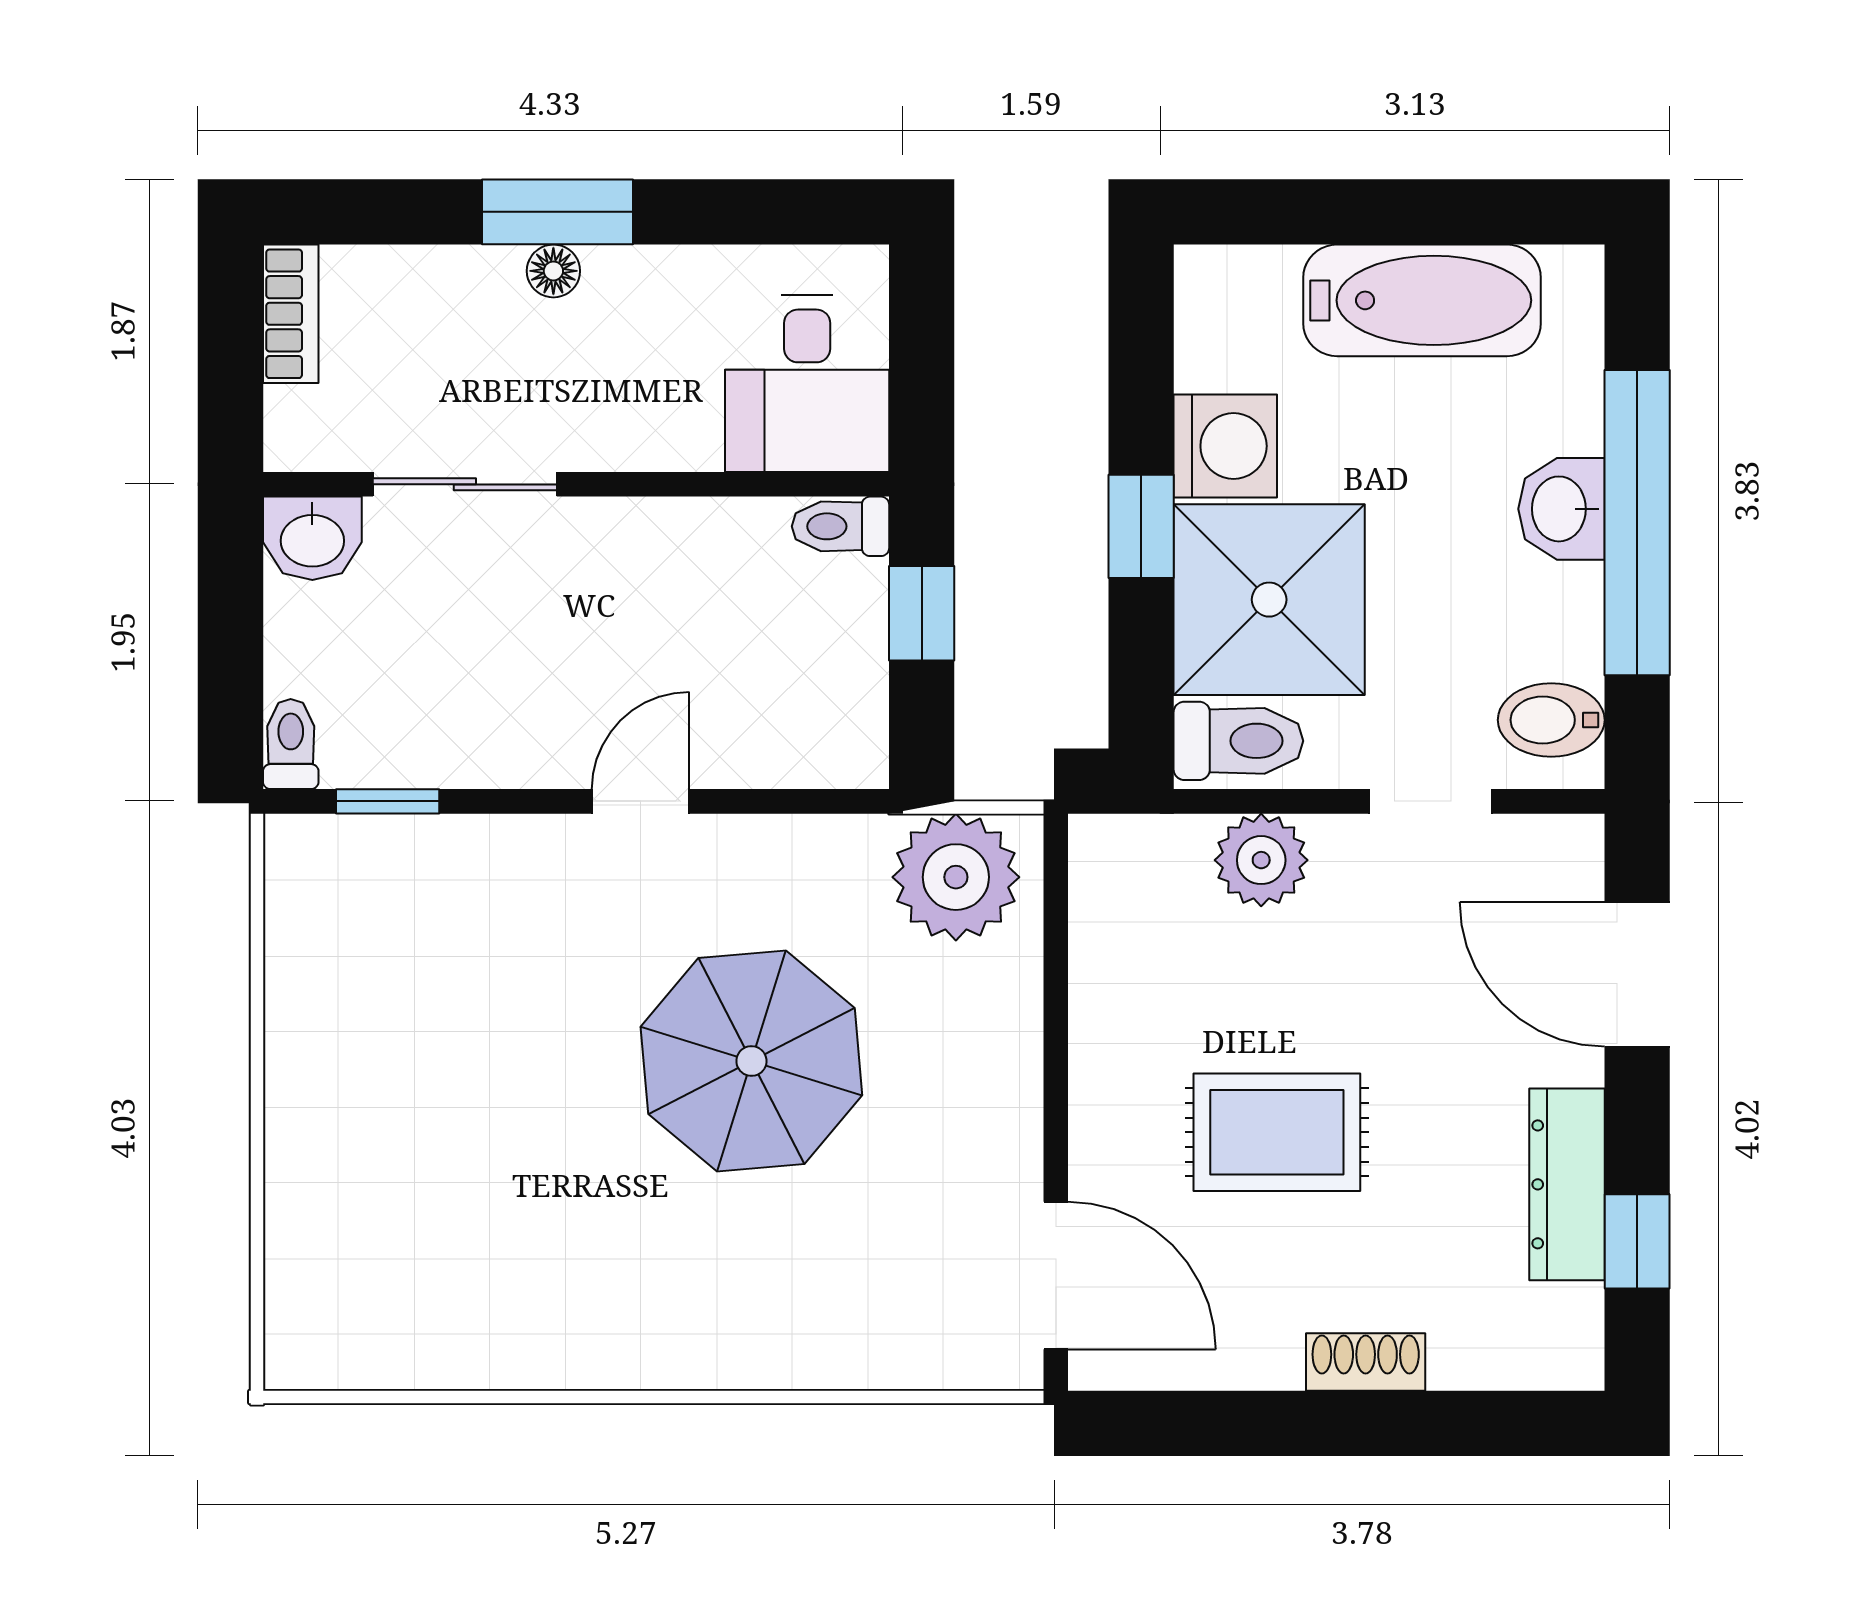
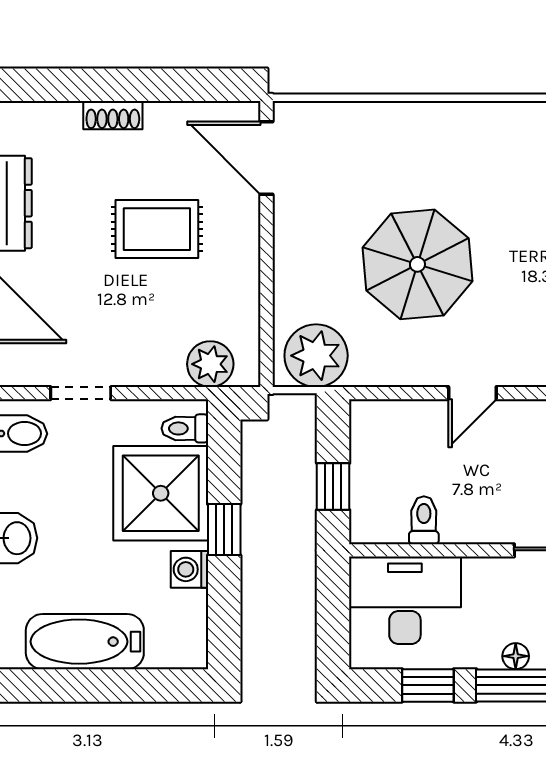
window: (730, 212) -> (428, 685), added
desk: (807, 384) -> (405, 600), width x1.37
washing machine: (1225, 446) -> (189, 569), width x0.73, depth x0.73
toilet: (841, 526) -> (424, 520), moved, turned -90
toilet: (1238, 741) -> (185, 428), width x0.73, depth x0.72
plant: (1261, 860) -> (210, 364), moved

